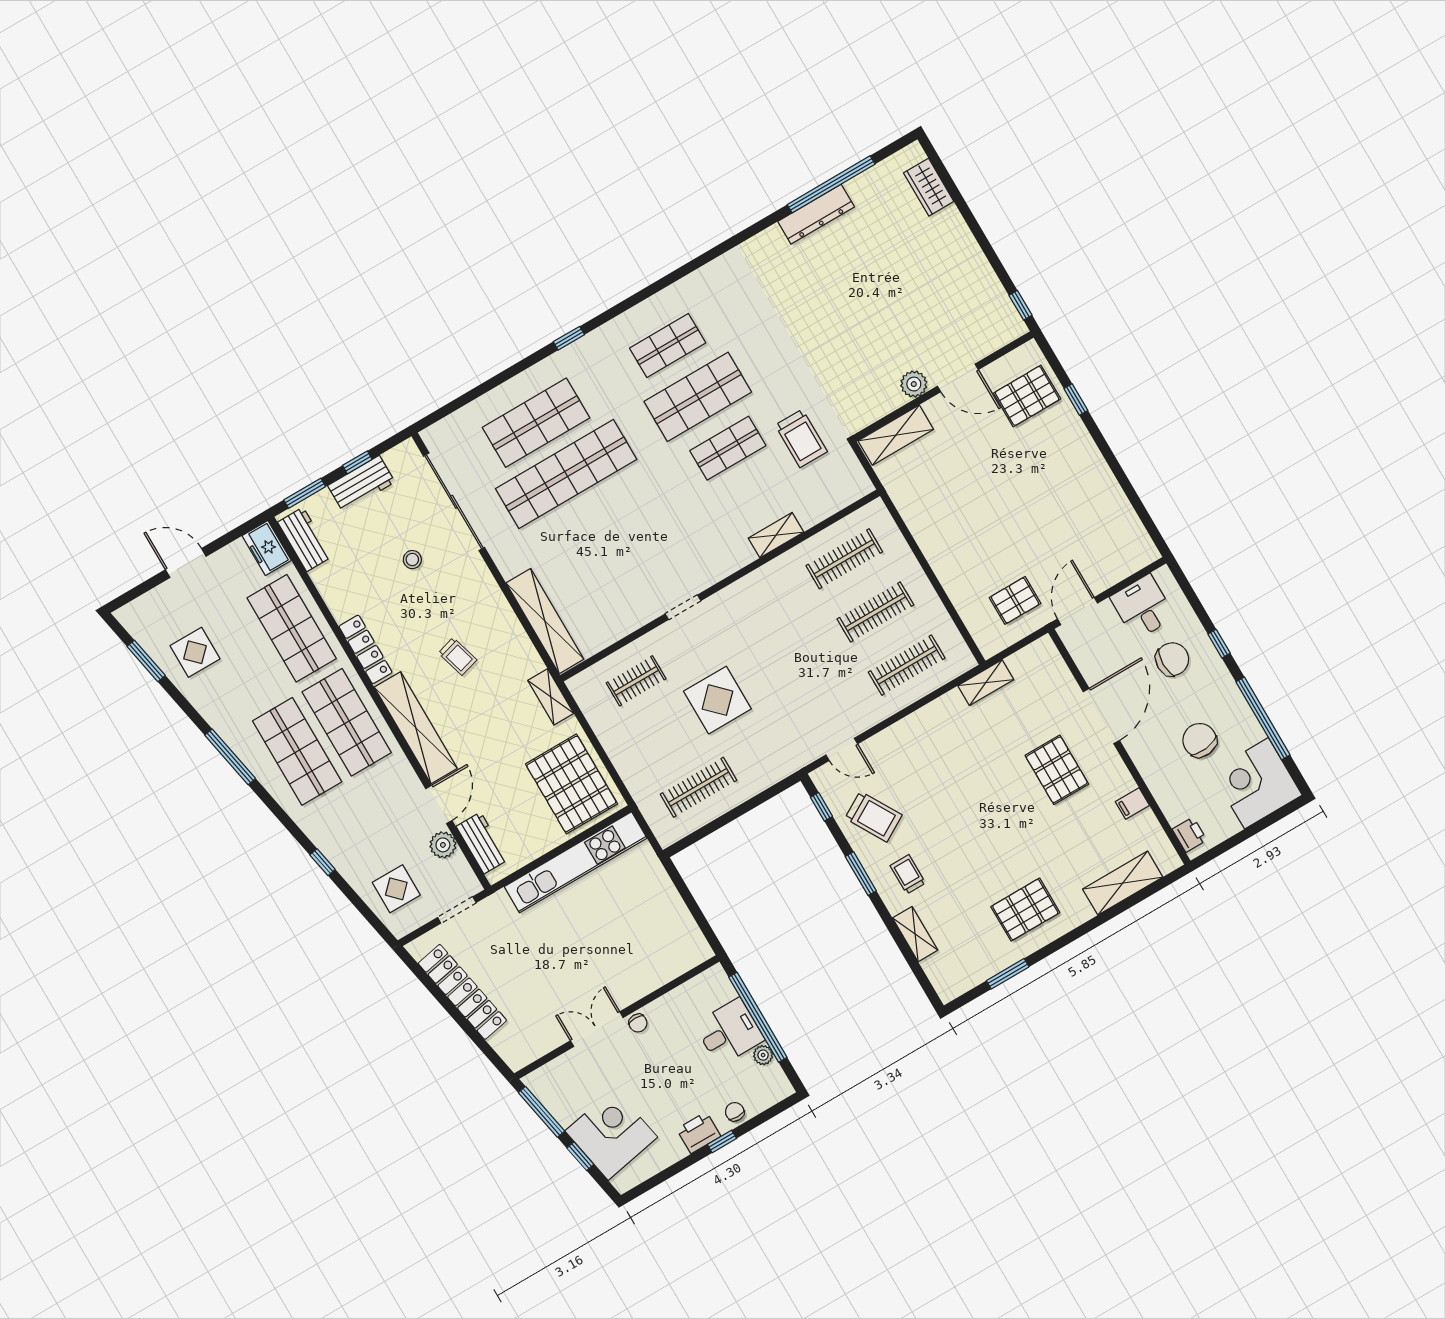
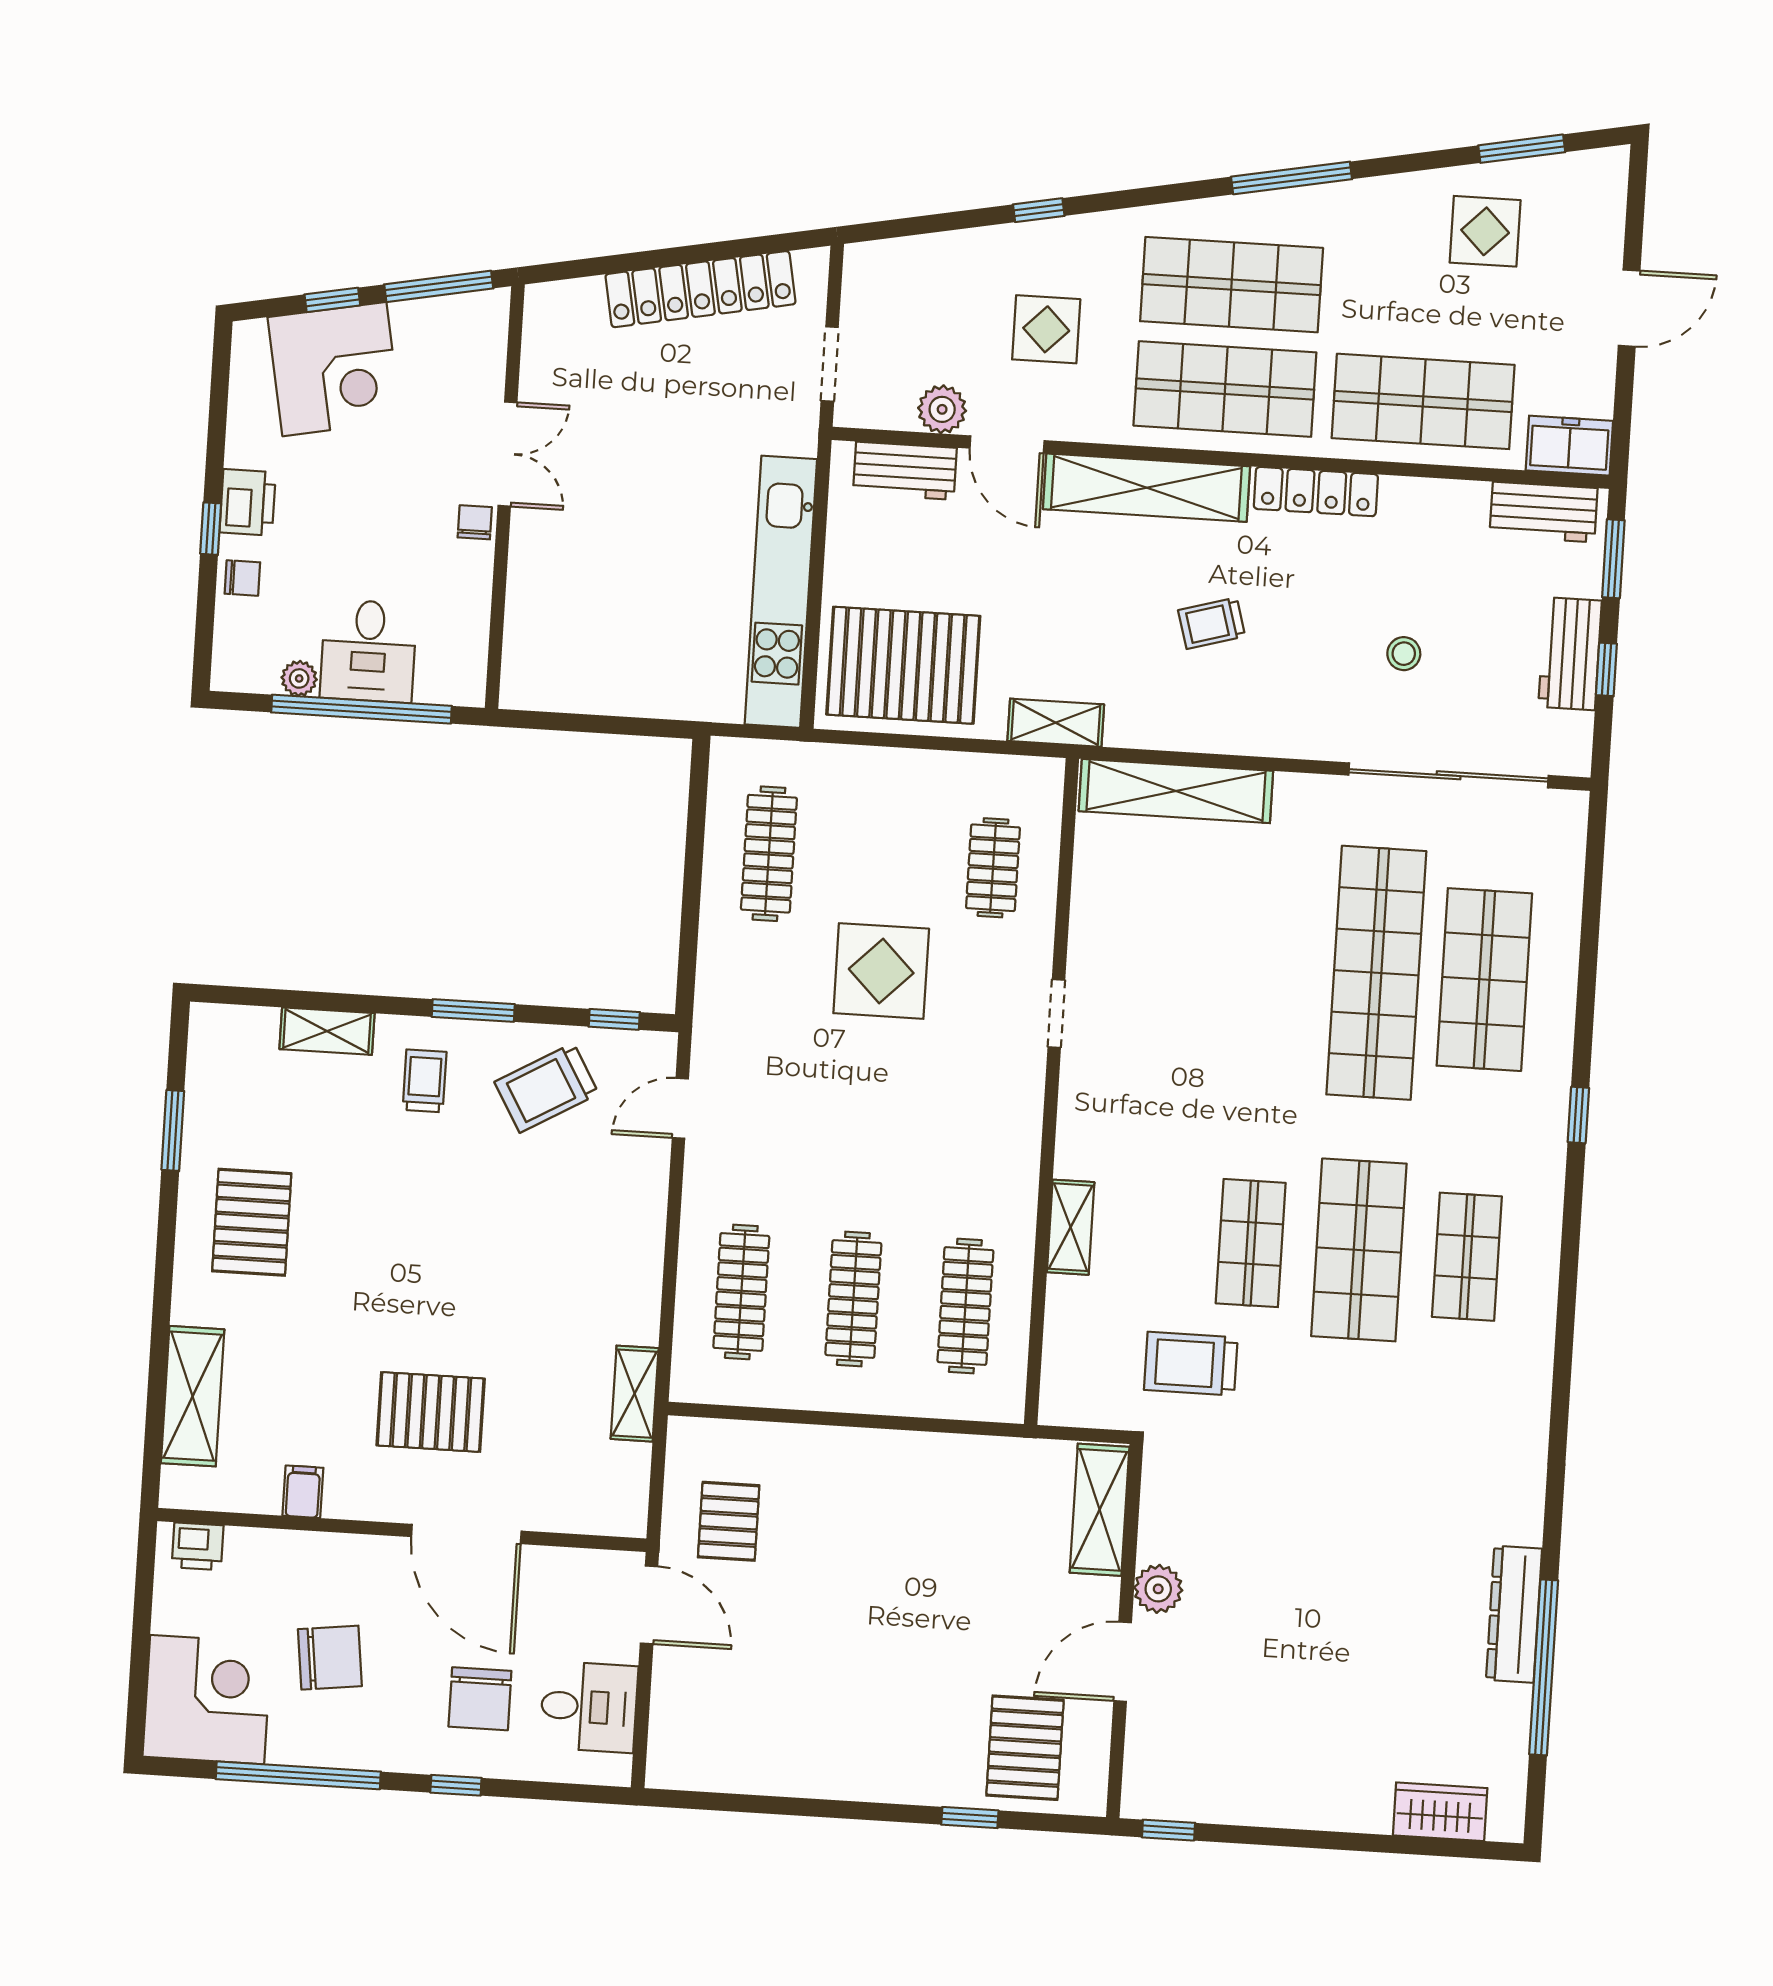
trolley: (908, 874) -> (425, 1081), turned -90
display table: (396, 889) -> (1046, 329), moved
chair: (638, 1023) -> (475, 522), turned 90

